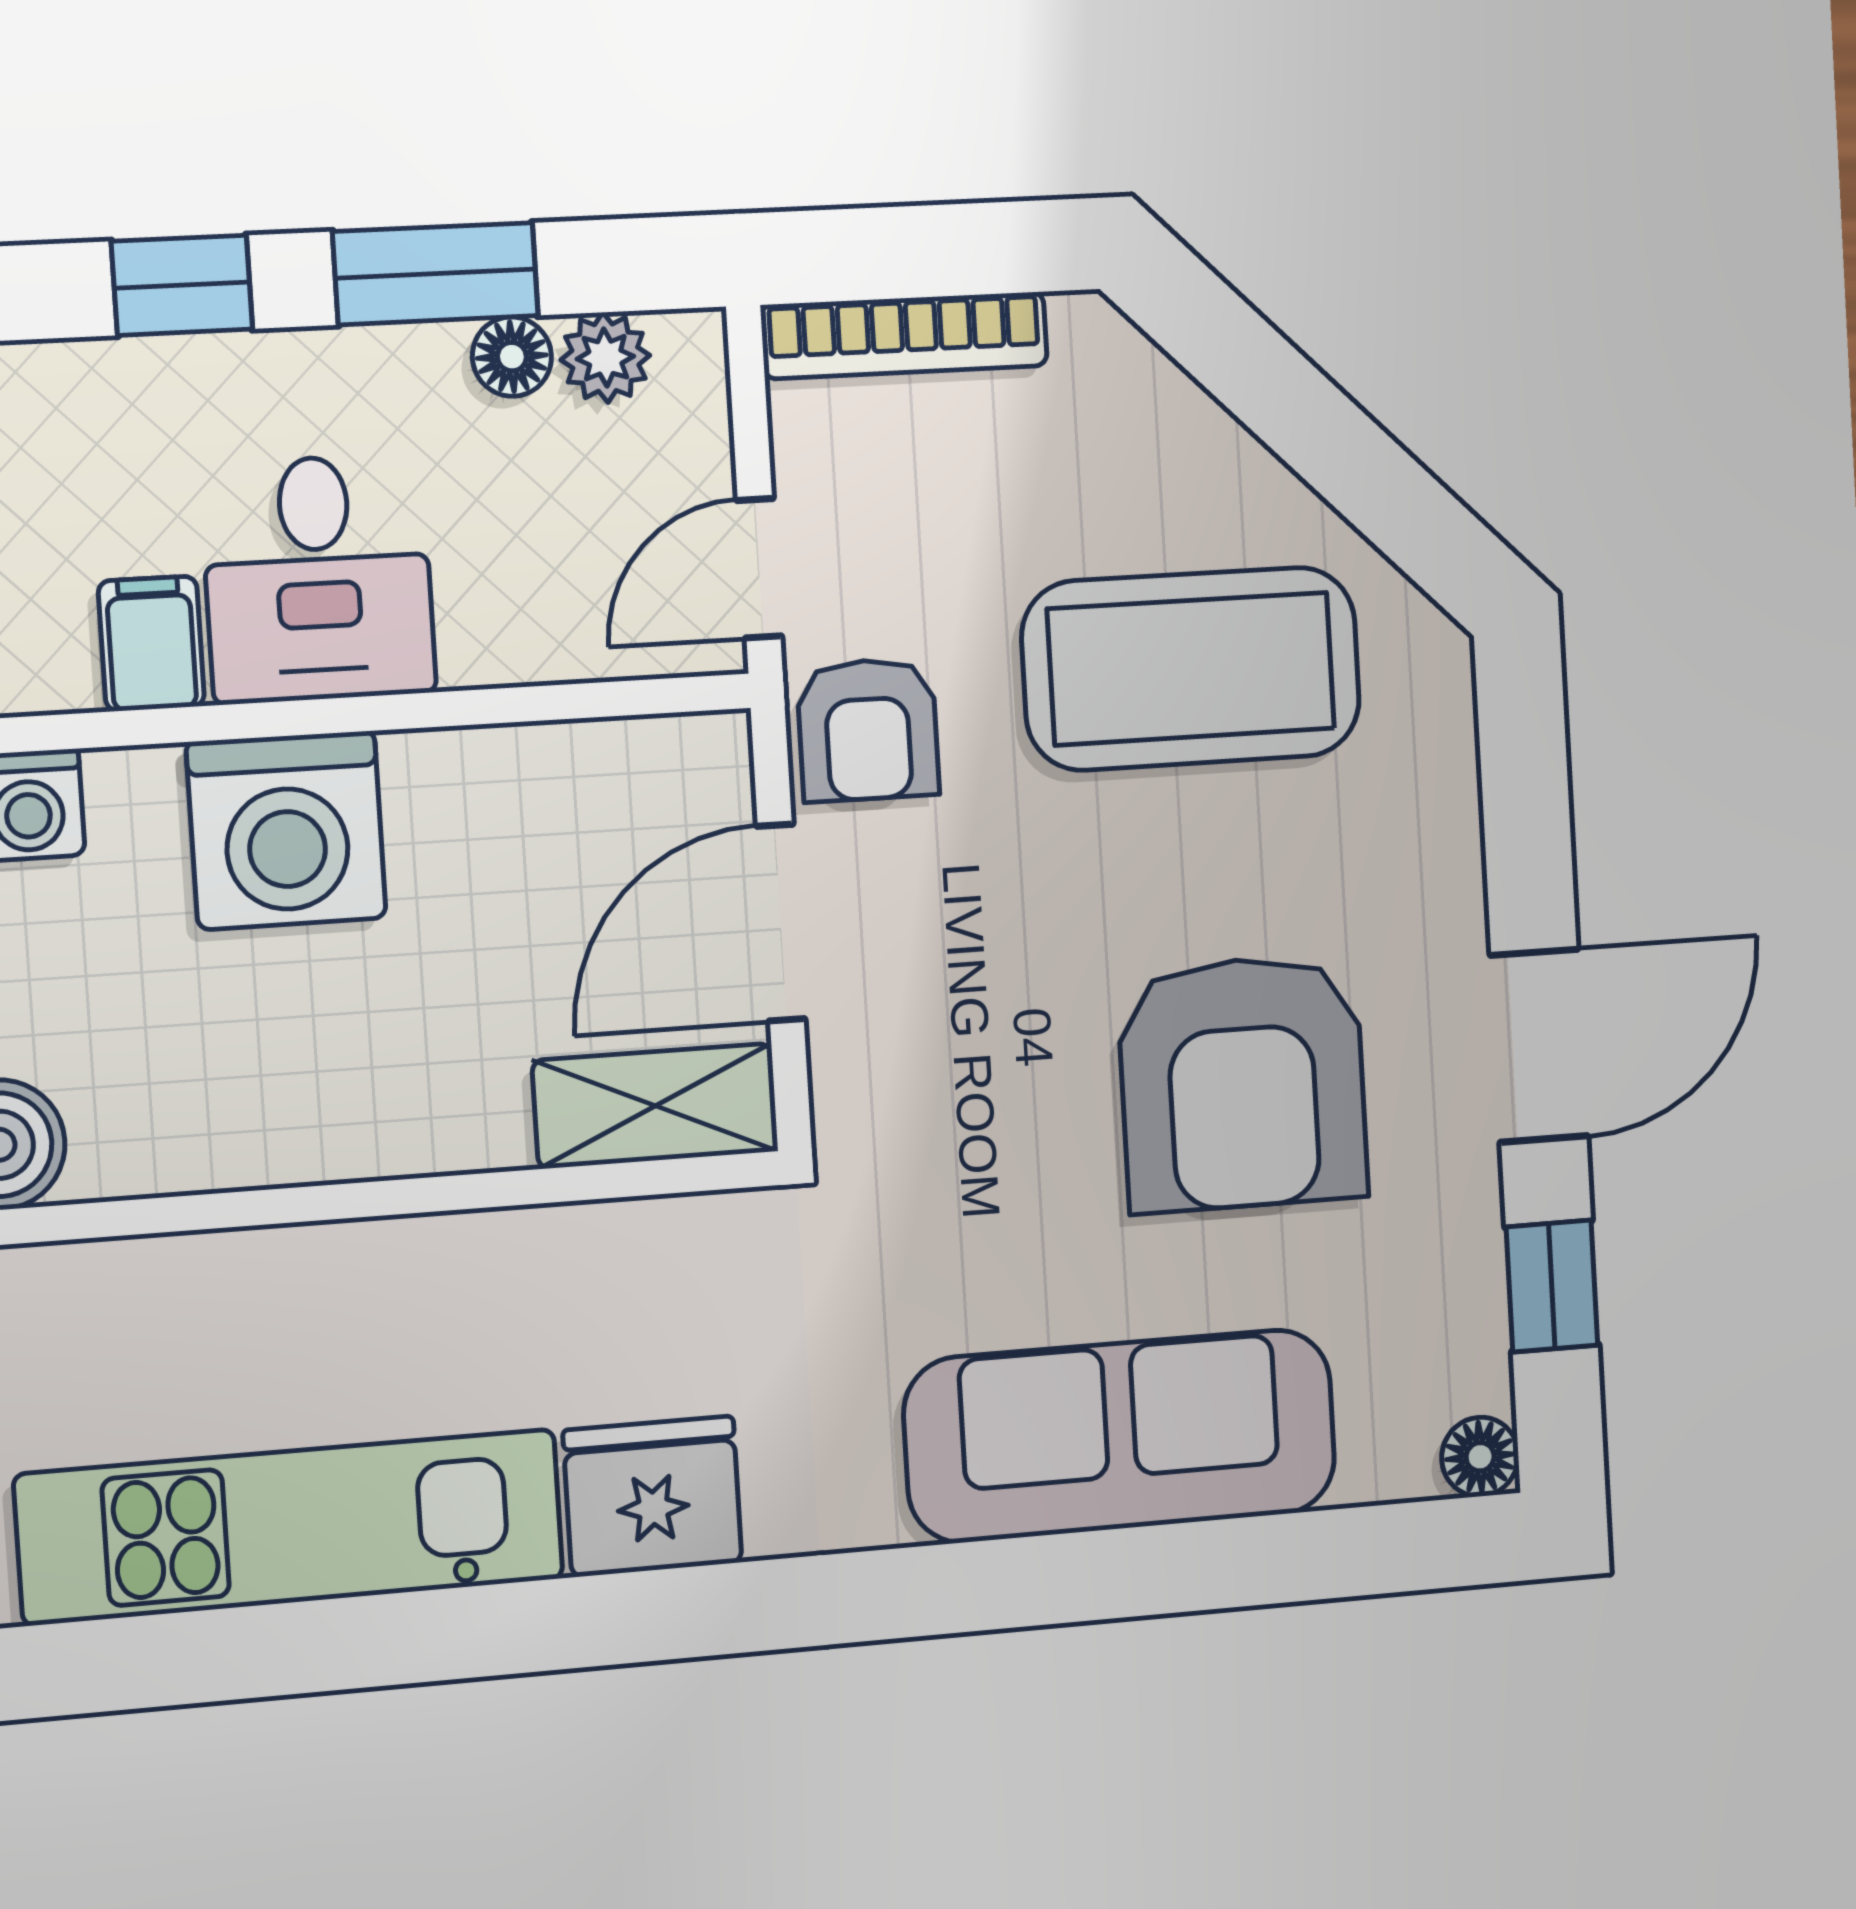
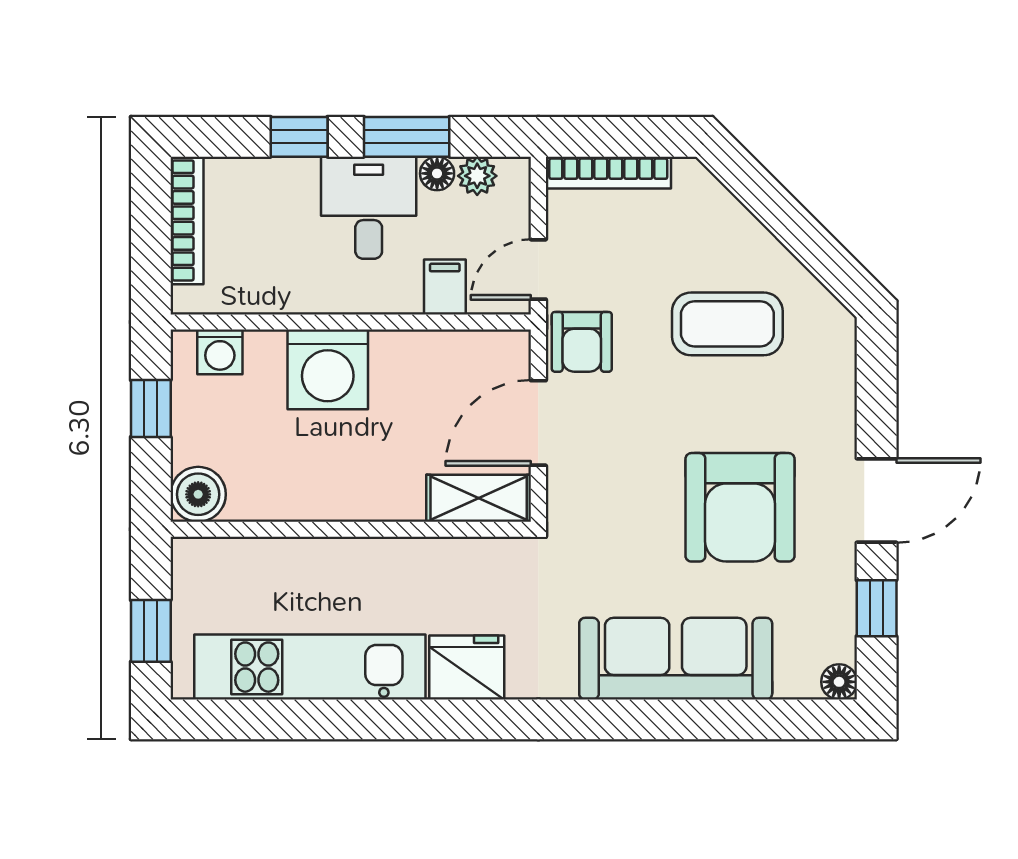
desk: (318, 578) -> (369, 208), moved, turned 180
filing cabinet: (151, 644) -> (445, 287), moved
coffee table: (1191, 669) -> (727, 324), width x0.73, depth x0.76

